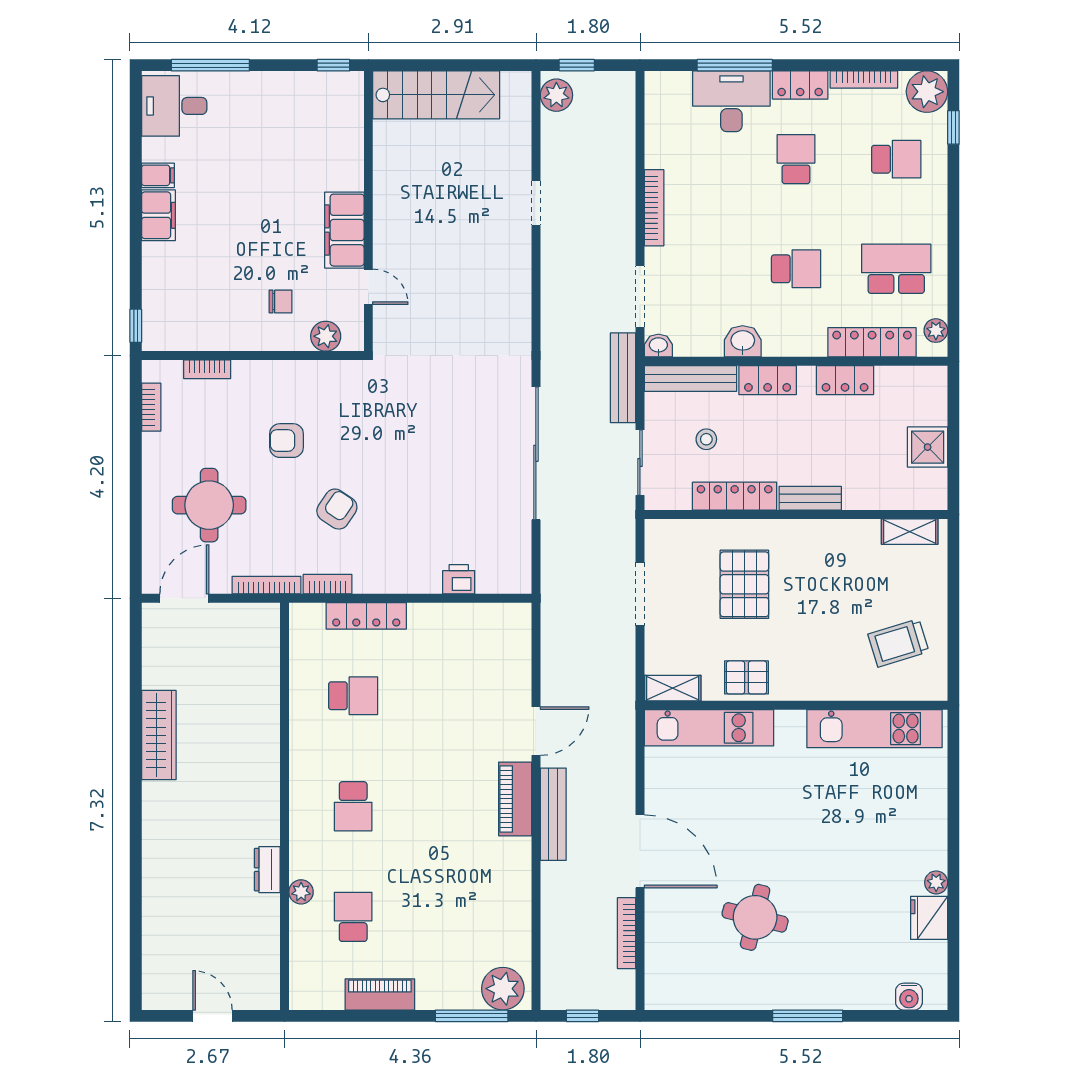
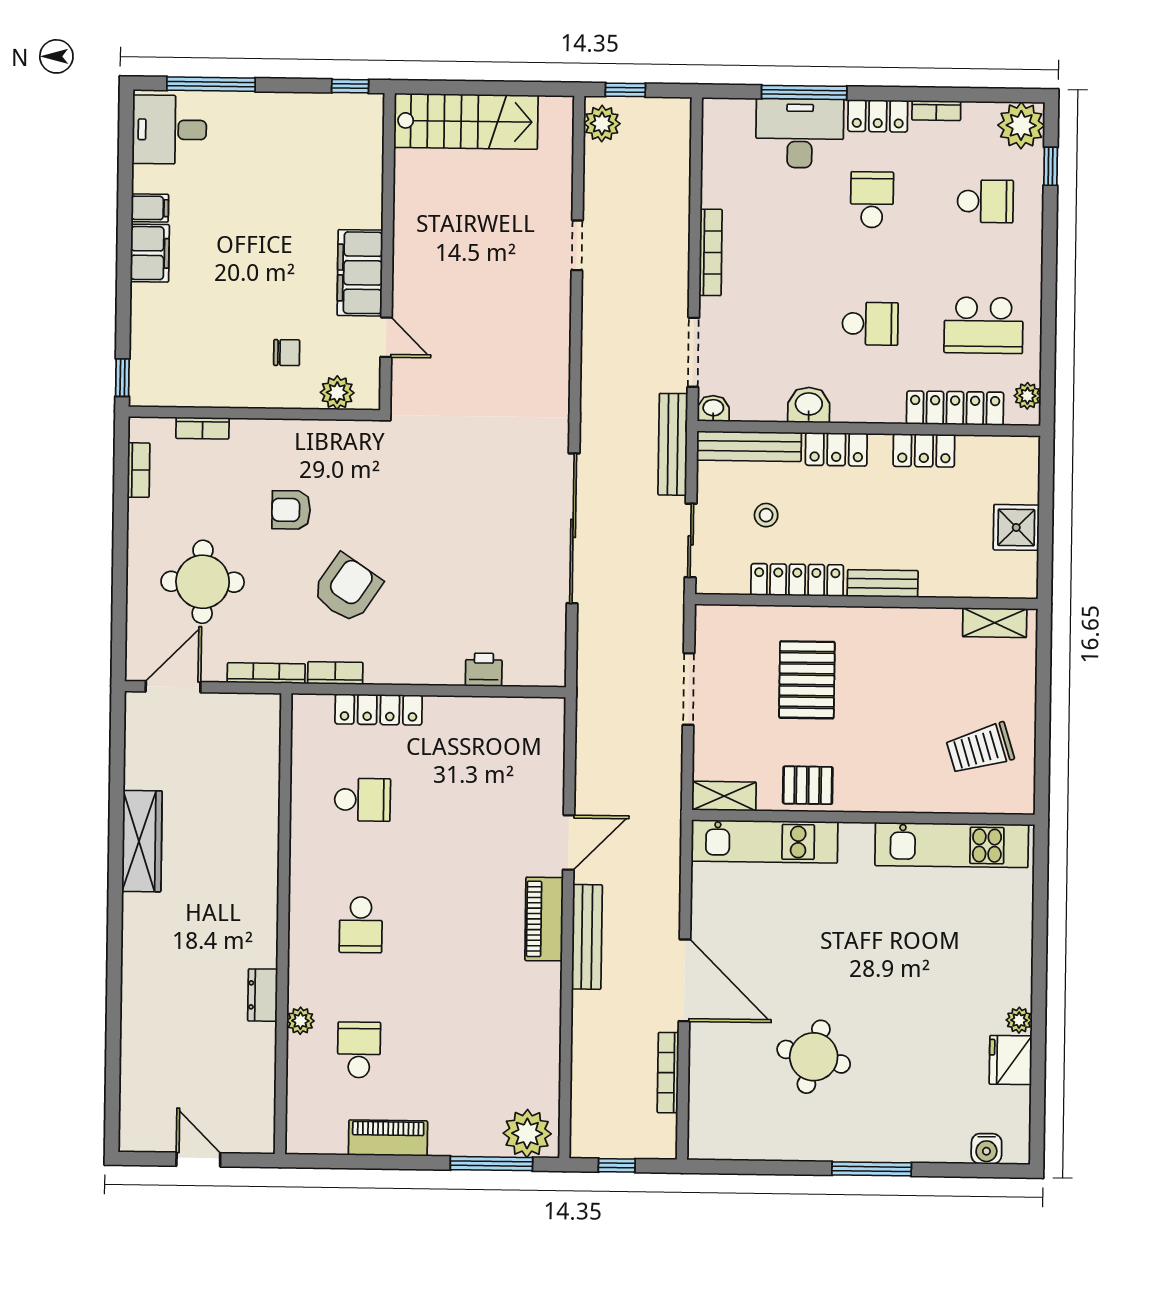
bookcase: (864, 80) -> (936, 111), width x0.64
school desk: (896, 269) -> (984, 325), turned 180
armchair: (337, 509) -> (347, 588), width x1.38, depth x1.38

